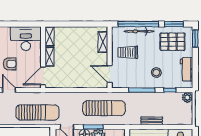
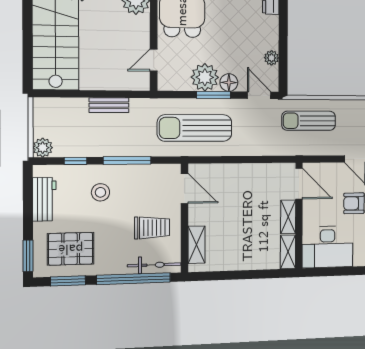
bicycle: (139, 31) -> (154, 265), moved
door: (43, 76) -> (299, 184), hinge flipped
sun lounger: (37, 112) -> (309, 121), width x0.73, depth x0.75

